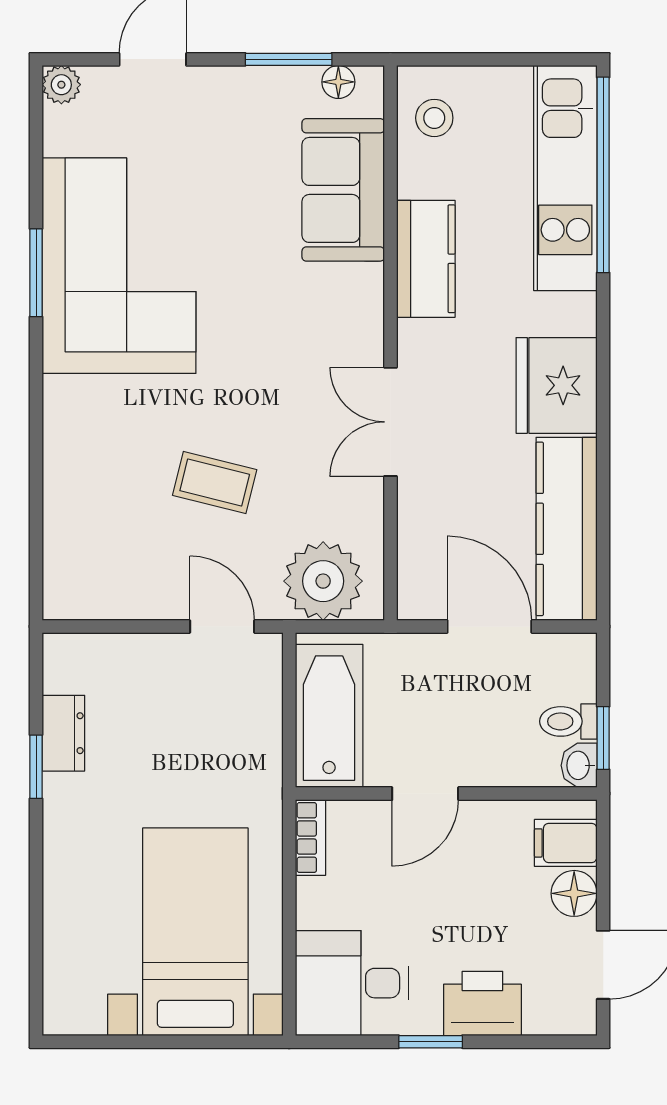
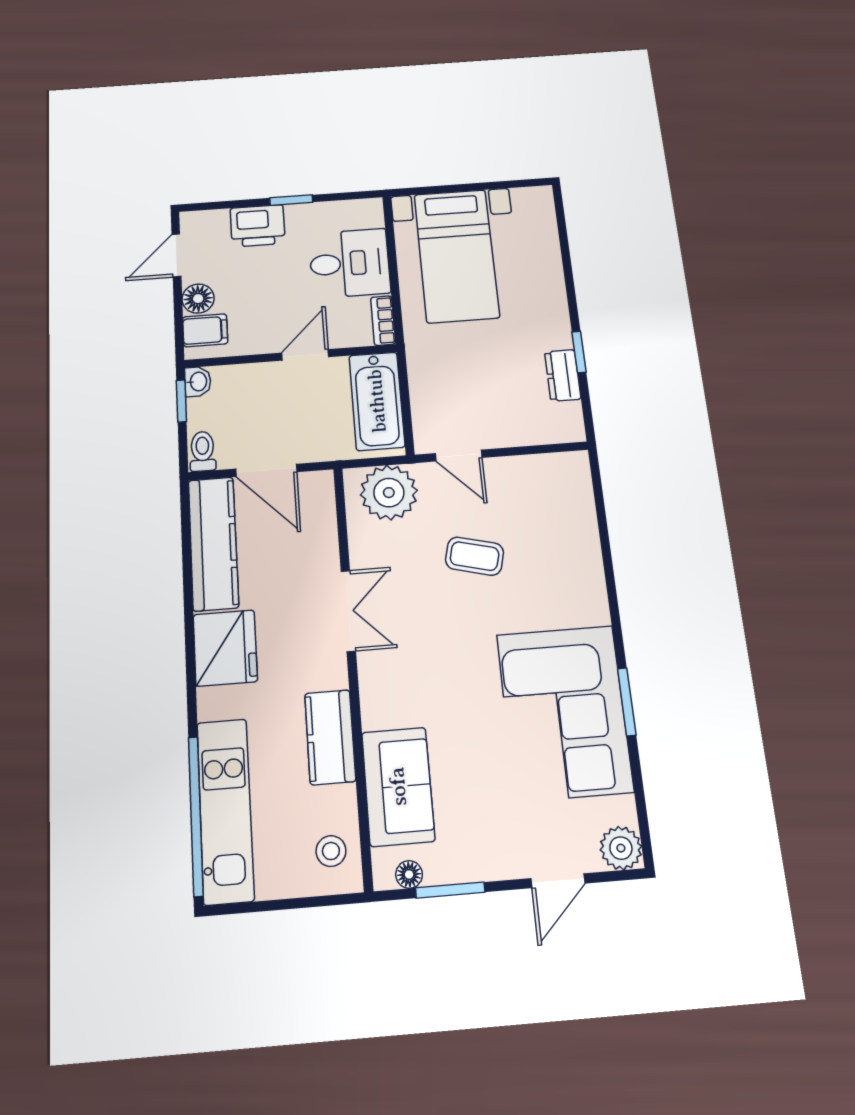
plant: (61, 85) -> (621, 848), width x1.38, depth x1.38
toilet: (568, 721) -> (203, 451), moved, turned -90
desk: (352, 983) -> (350, 263), moved

